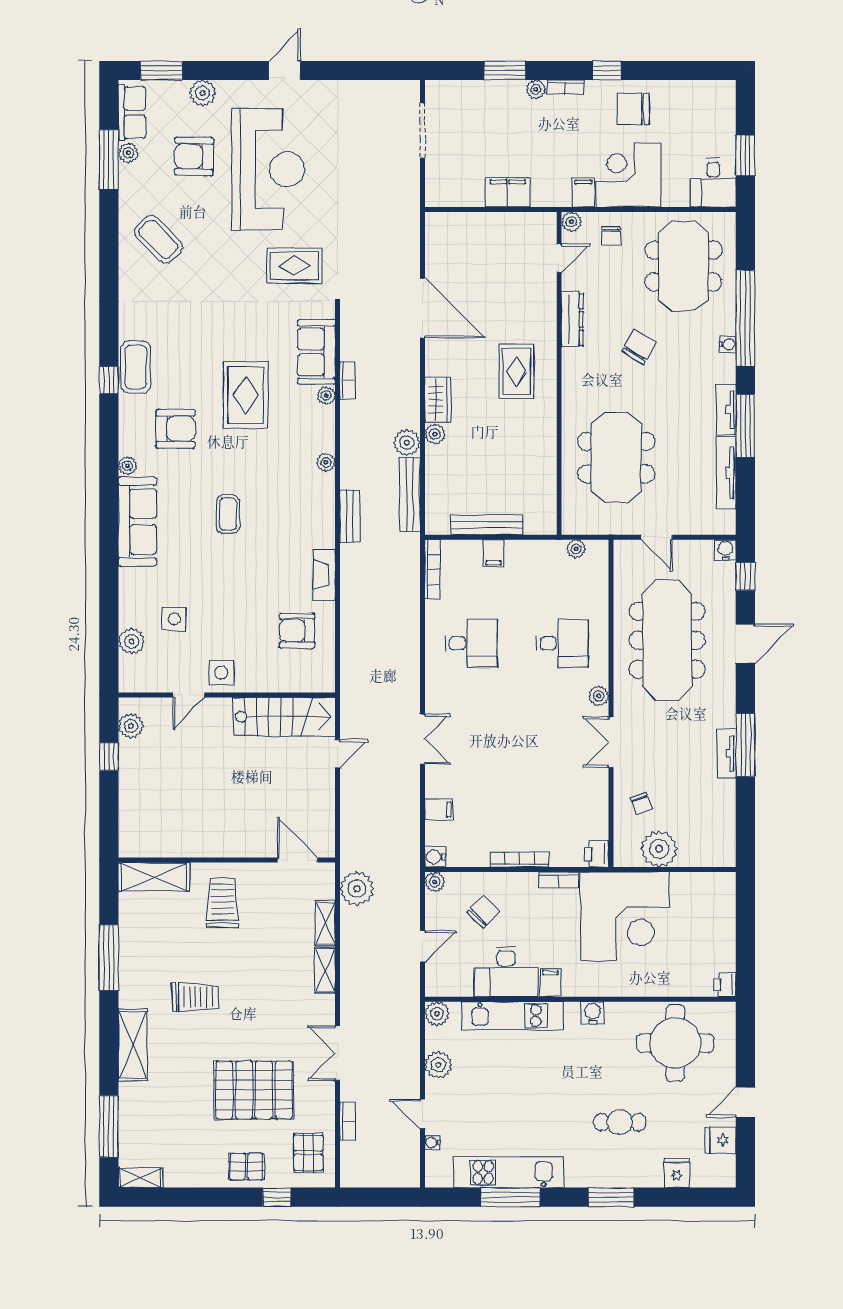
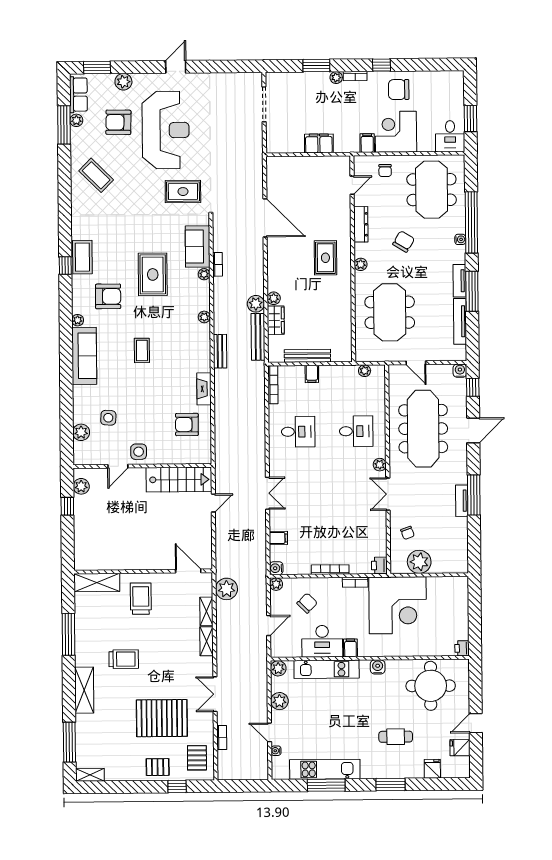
plant: (571, 222) -> (361, 264), moved
wardrobe: (438, 400) -> (276, 320), moved

